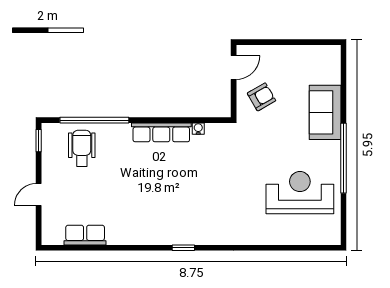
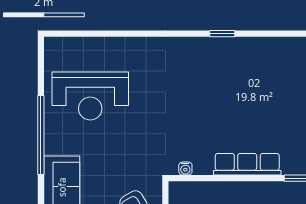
water cooler: (198, 129) -> (185, 169), moved

